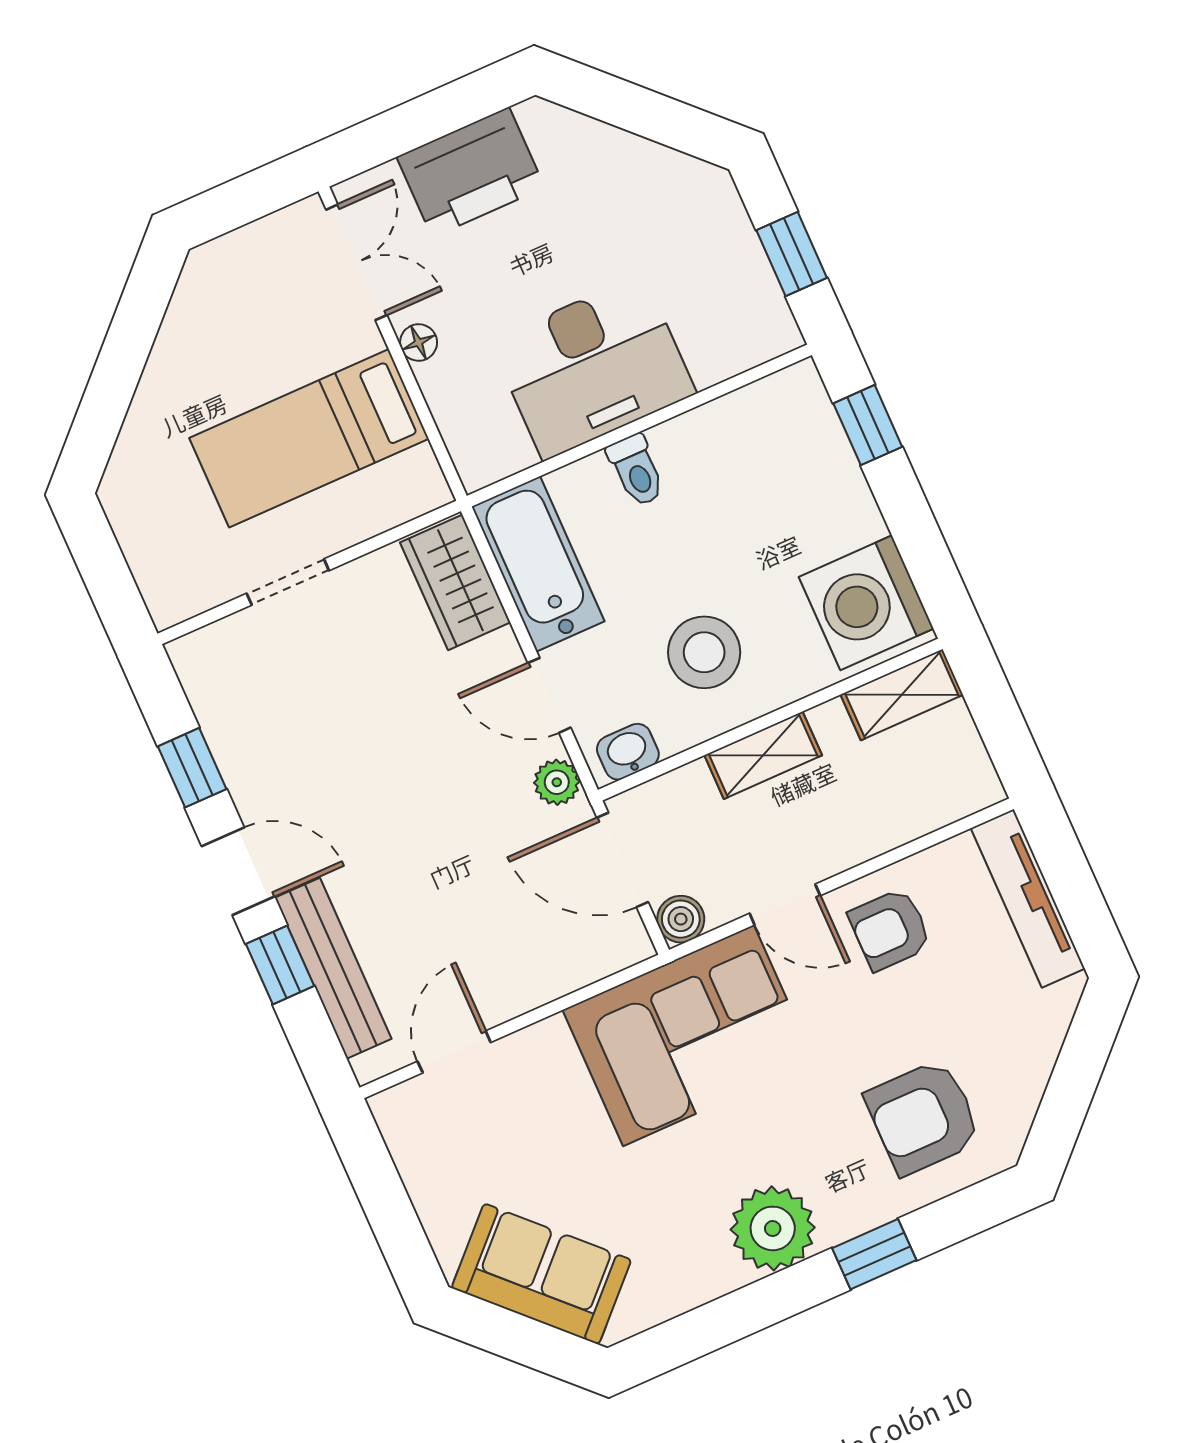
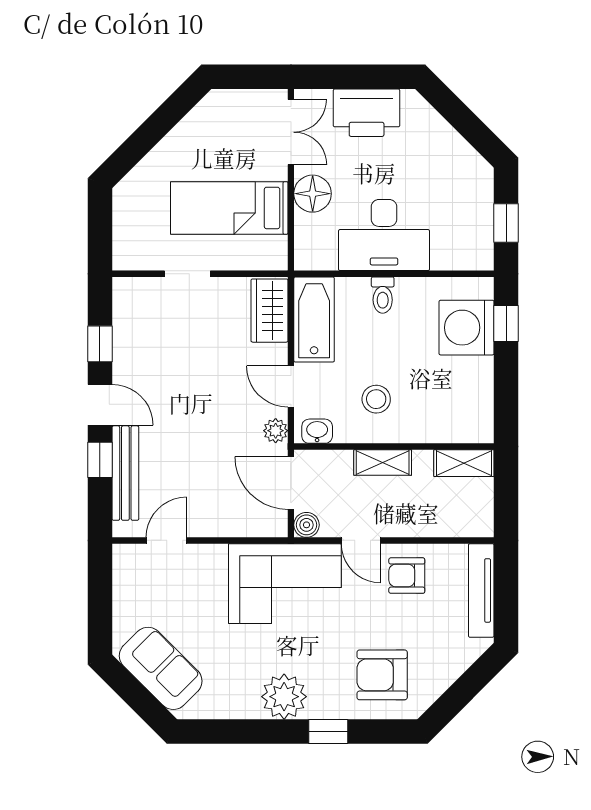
floor lamp: (419, 342) -> (313, 194), width x1.89, depth x1.89
washing machine: (866, 603) -> (467, 328), moved
stool: (704, 652) -> (376, 399), width x0.73, depth x0.73

